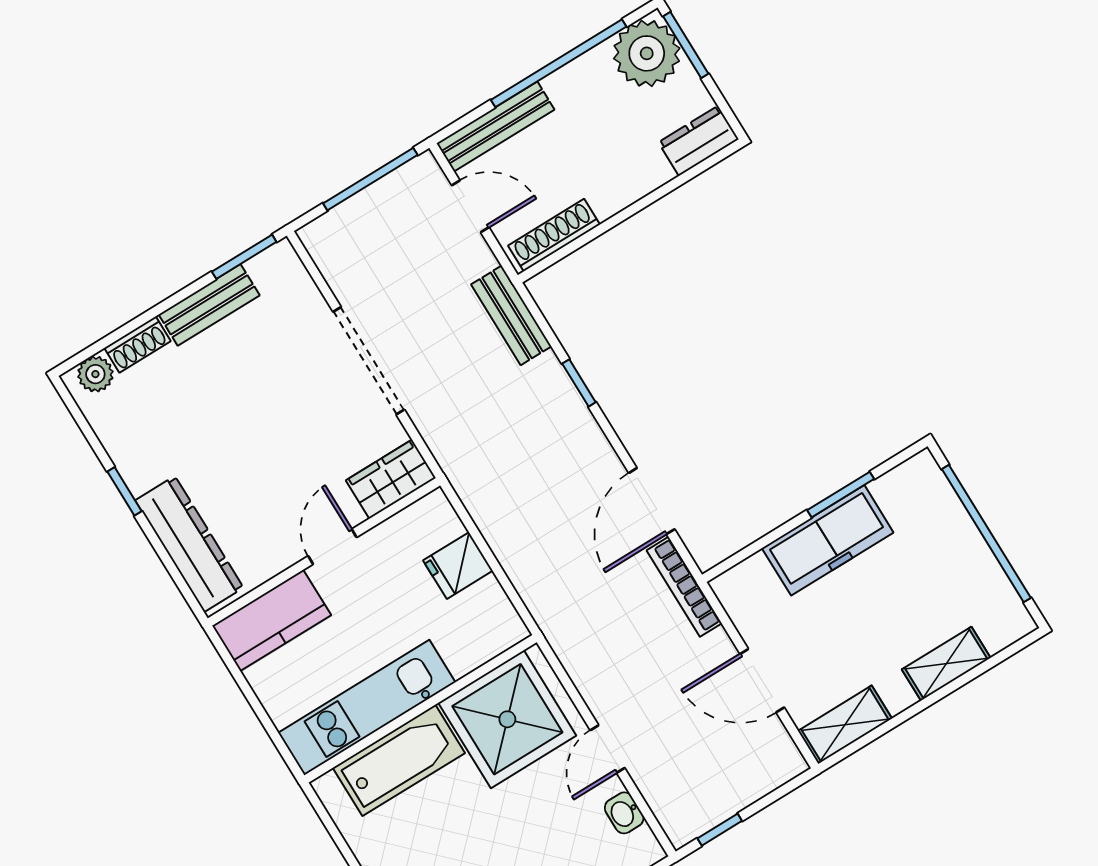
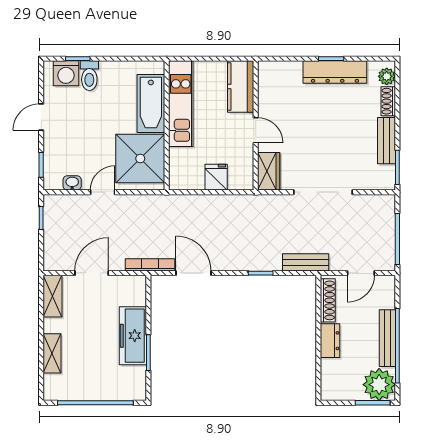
bench: (496, 126) -> (387, 338), moved
dresser: (698, 141) -> (330, 341), moved
dresser: (189, 544) -> (335, 72), moved
door: (608, 749) -> (103, 192), hinge flipped

